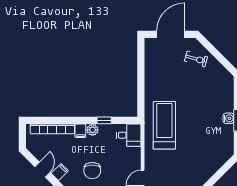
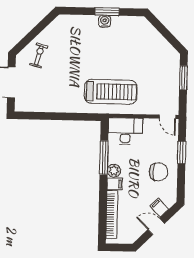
window: (104, 120) -> (104, 158), width x2.17
treadmill: (164, 125) -> (111, 92), turned 180
desk: (129, 135) -> (125, 131), width x1.37

